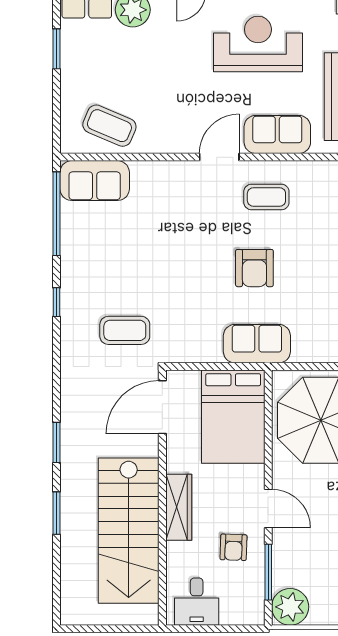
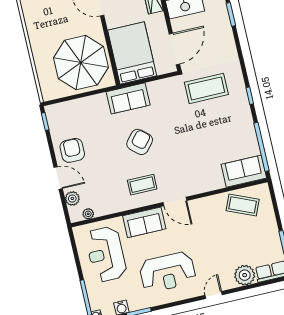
door: (219, 157) -> (175, 201), hinge flipped
armchair: (254, 268) -> (140, 142), turned 41
coffee table: (125, 330) -> (206, 88), width x1.36, depth x1.32

